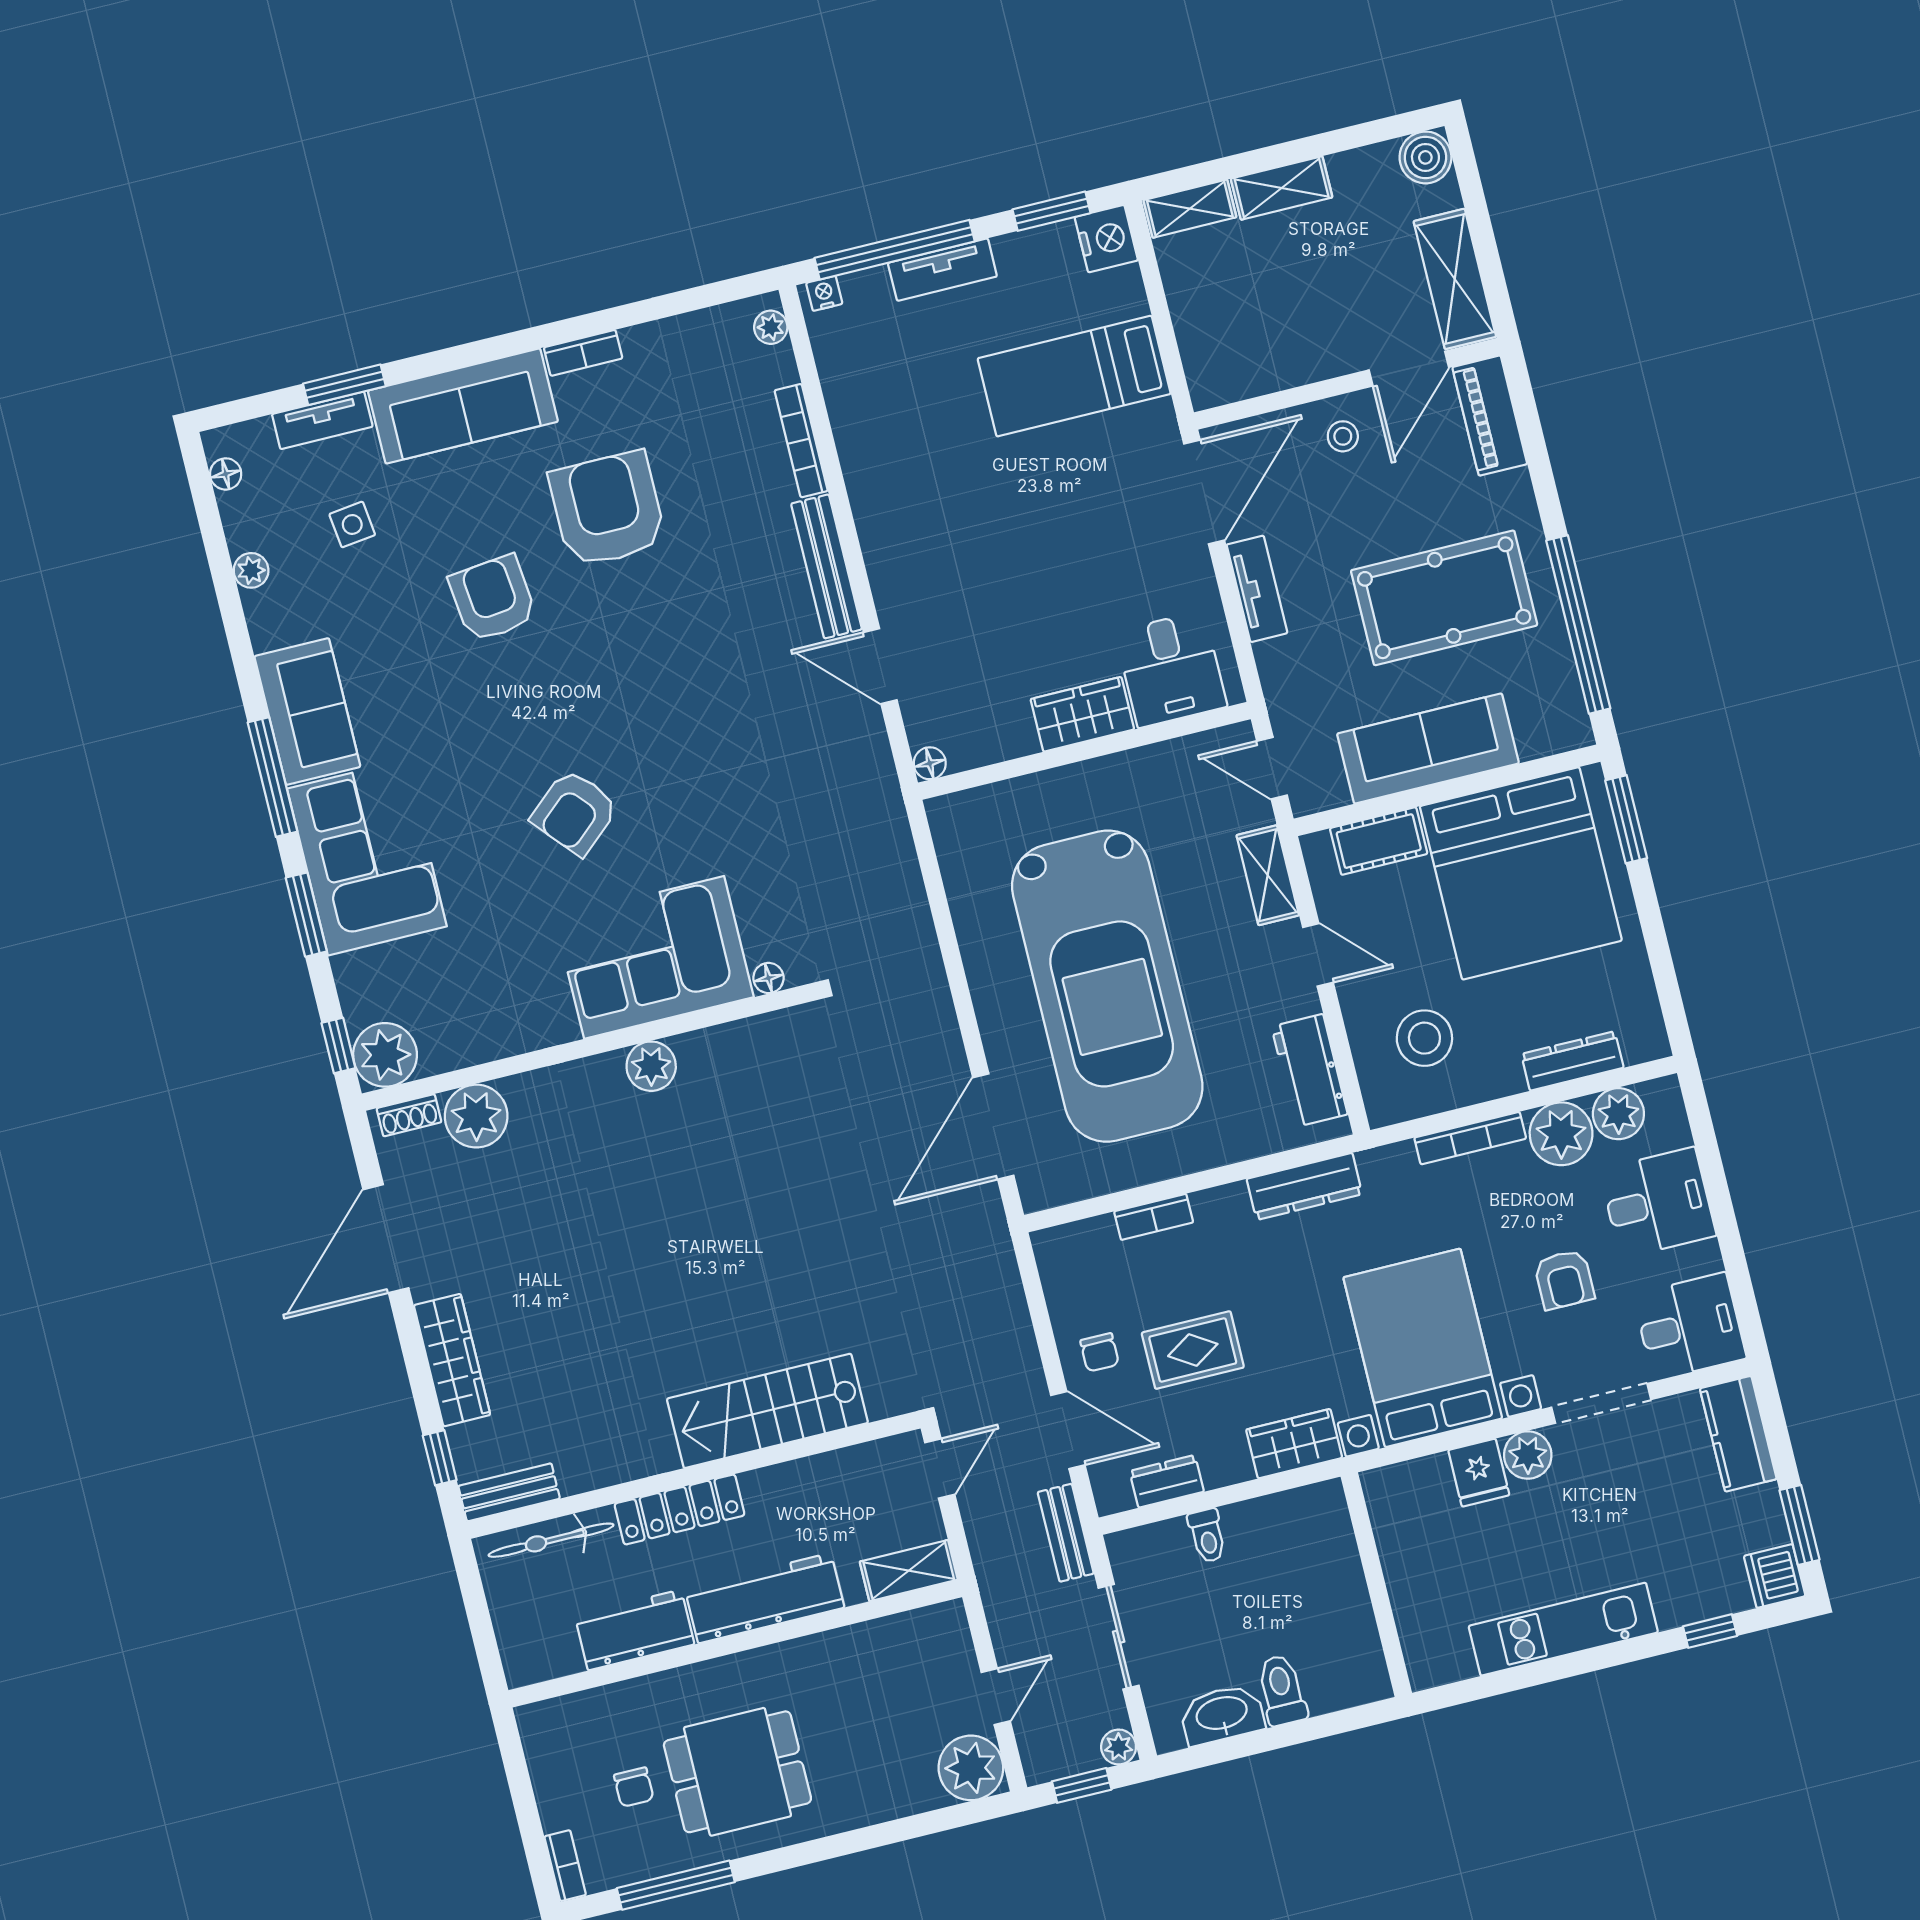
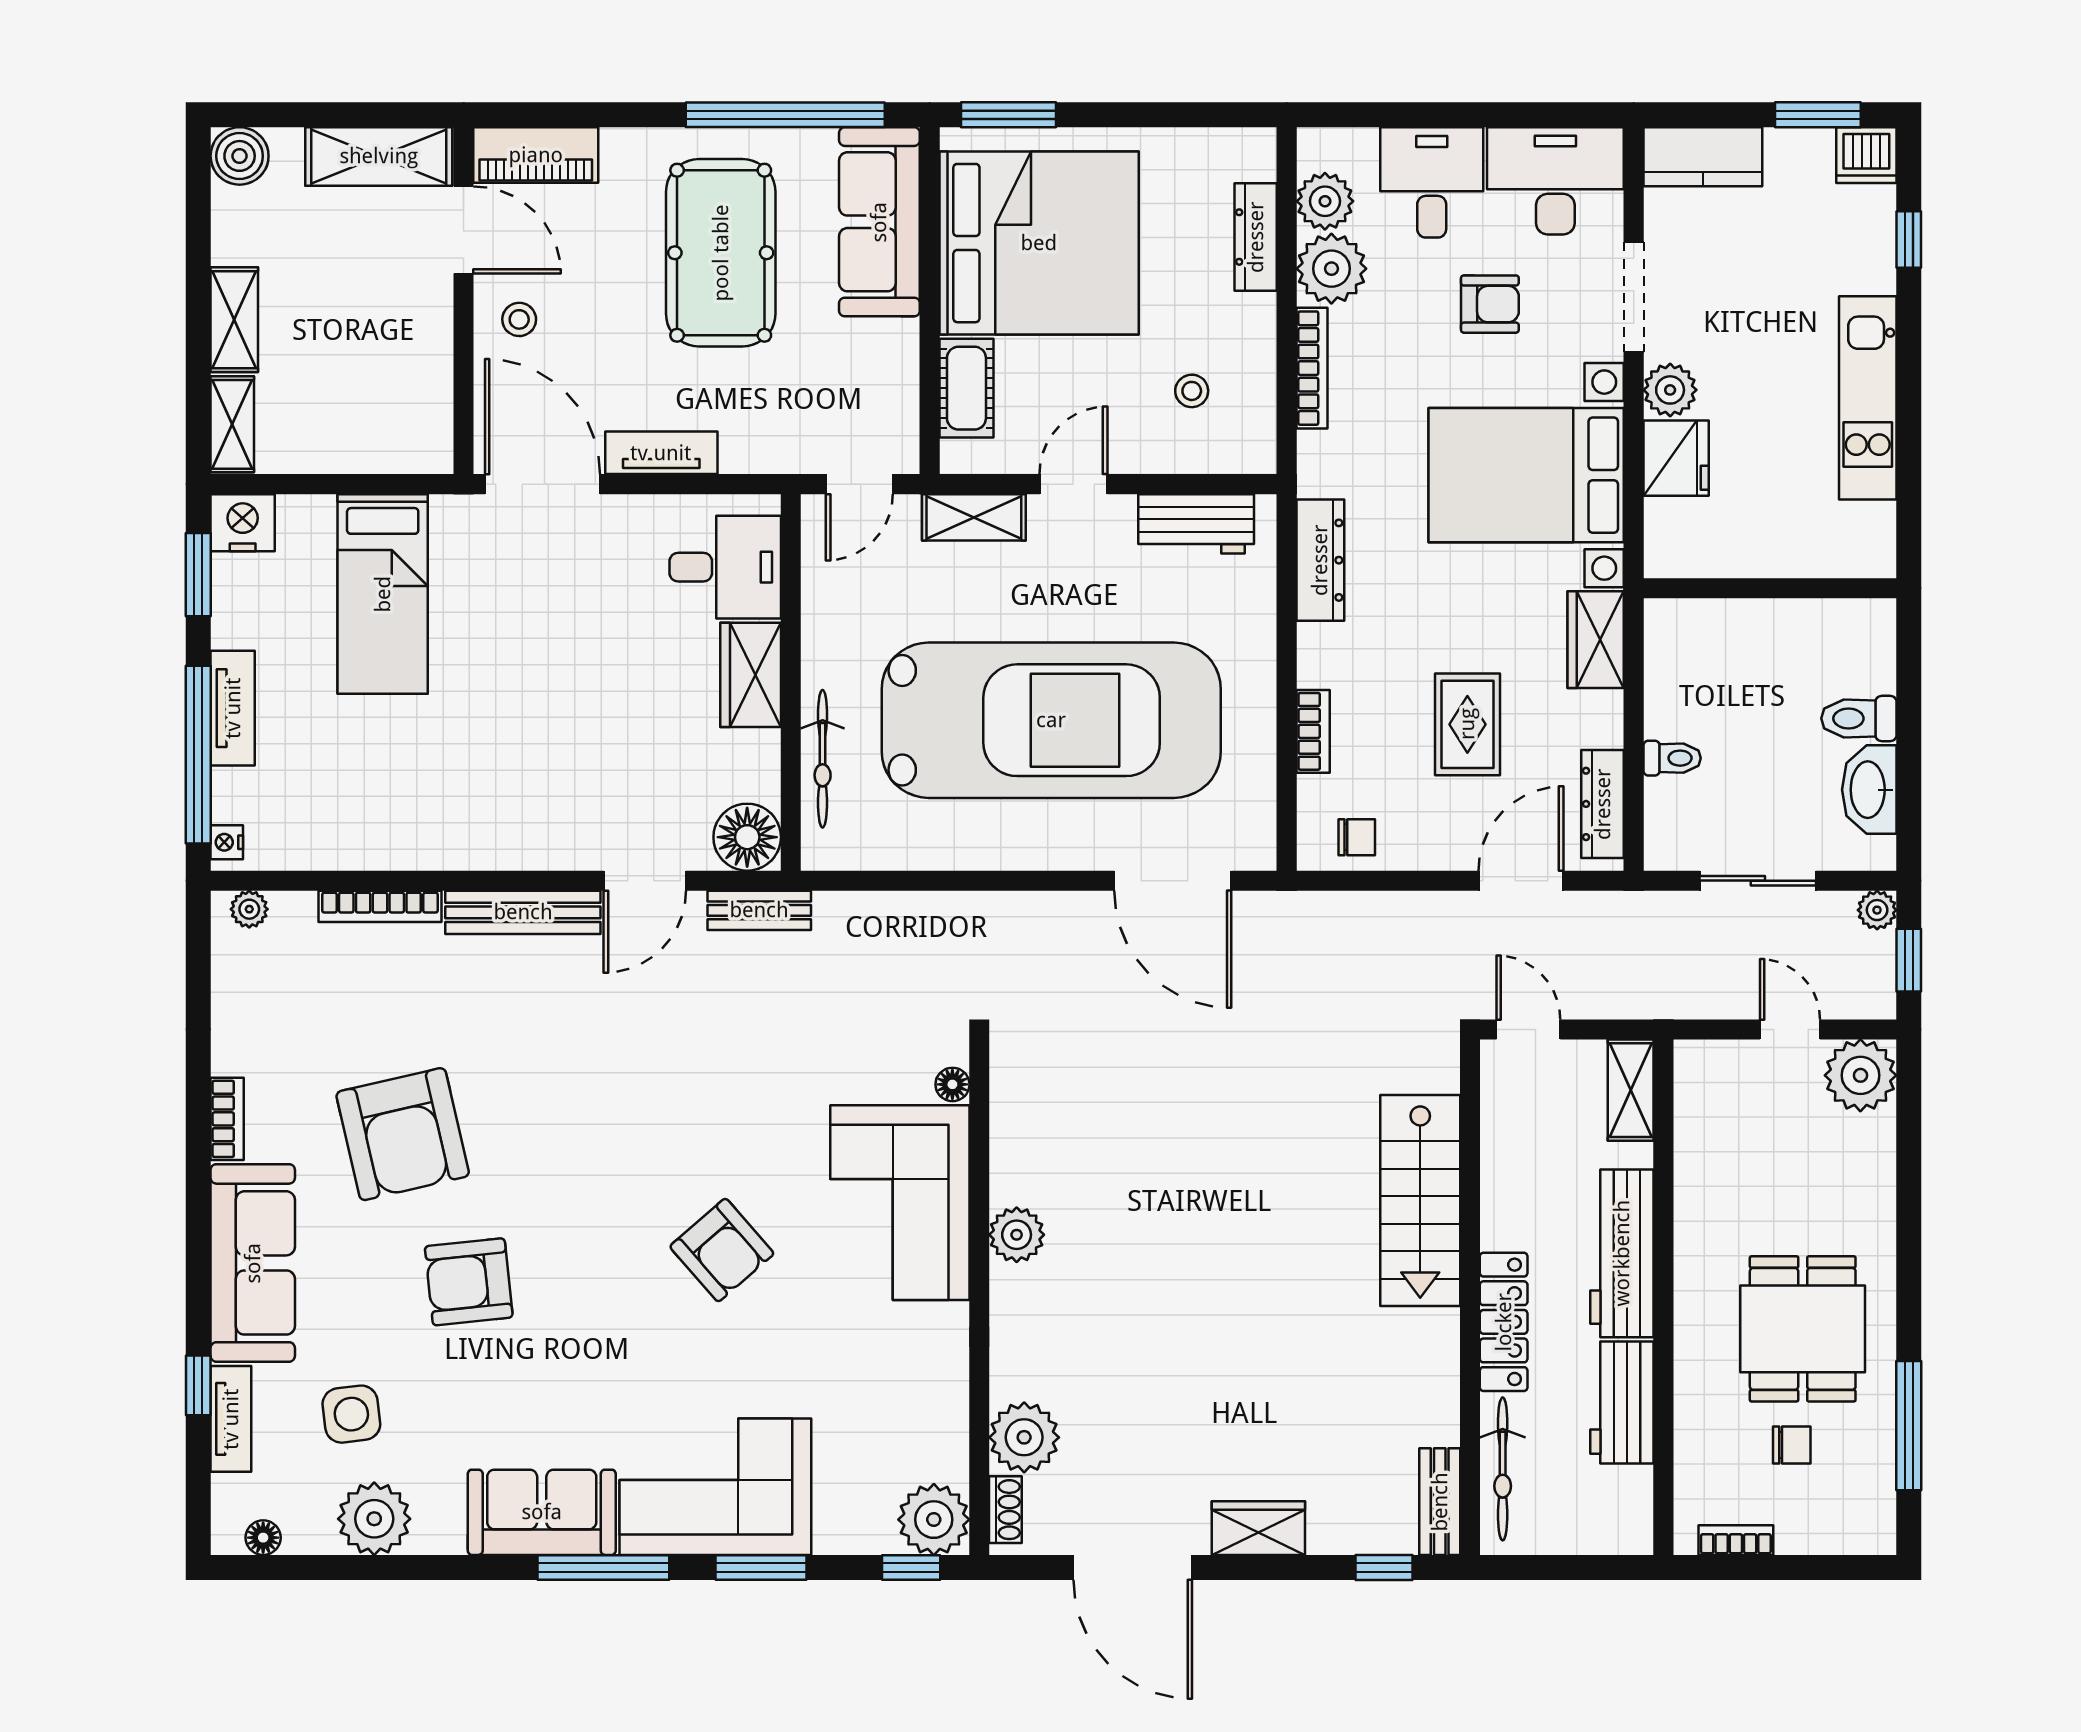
window: (344, 385) -> (198, 1385), width x0.67
armchair: (607, 509) -> (403, 1134), turned -103
side table: (352, 524) -> (351, 1414), width x1.37, depth x1.37
plant: (251, 570) -> (374, 1519), width x1.87, depth x1.87
sofa: (1428, 749) -> (879, 222), moved
floor lamp: (930, 763) -> (747, 837), width x1.89, depth x1.89
bicycle: (1025, 795) -> (823, 759), added
stool: (1424, 1038) -> (1192, 391), width x0.53, depth x0.53
desk: (1690, 1326) -> (1555, 181), width x1.37
chair: (1100, 1352) -> (1357, 837), moved
wardrobe: (452, 1360) -> (1258, 1528), width x0.67
fridge: (1479, 1473) -> (1676, 458), width x1.38
dresser: (1167, 1481) -> (1603, 804), width x1.44
bench: (1066, 1533) -> (759, 910), moved
bookcase: (565, 1866) -> (1736, 1540), moved

